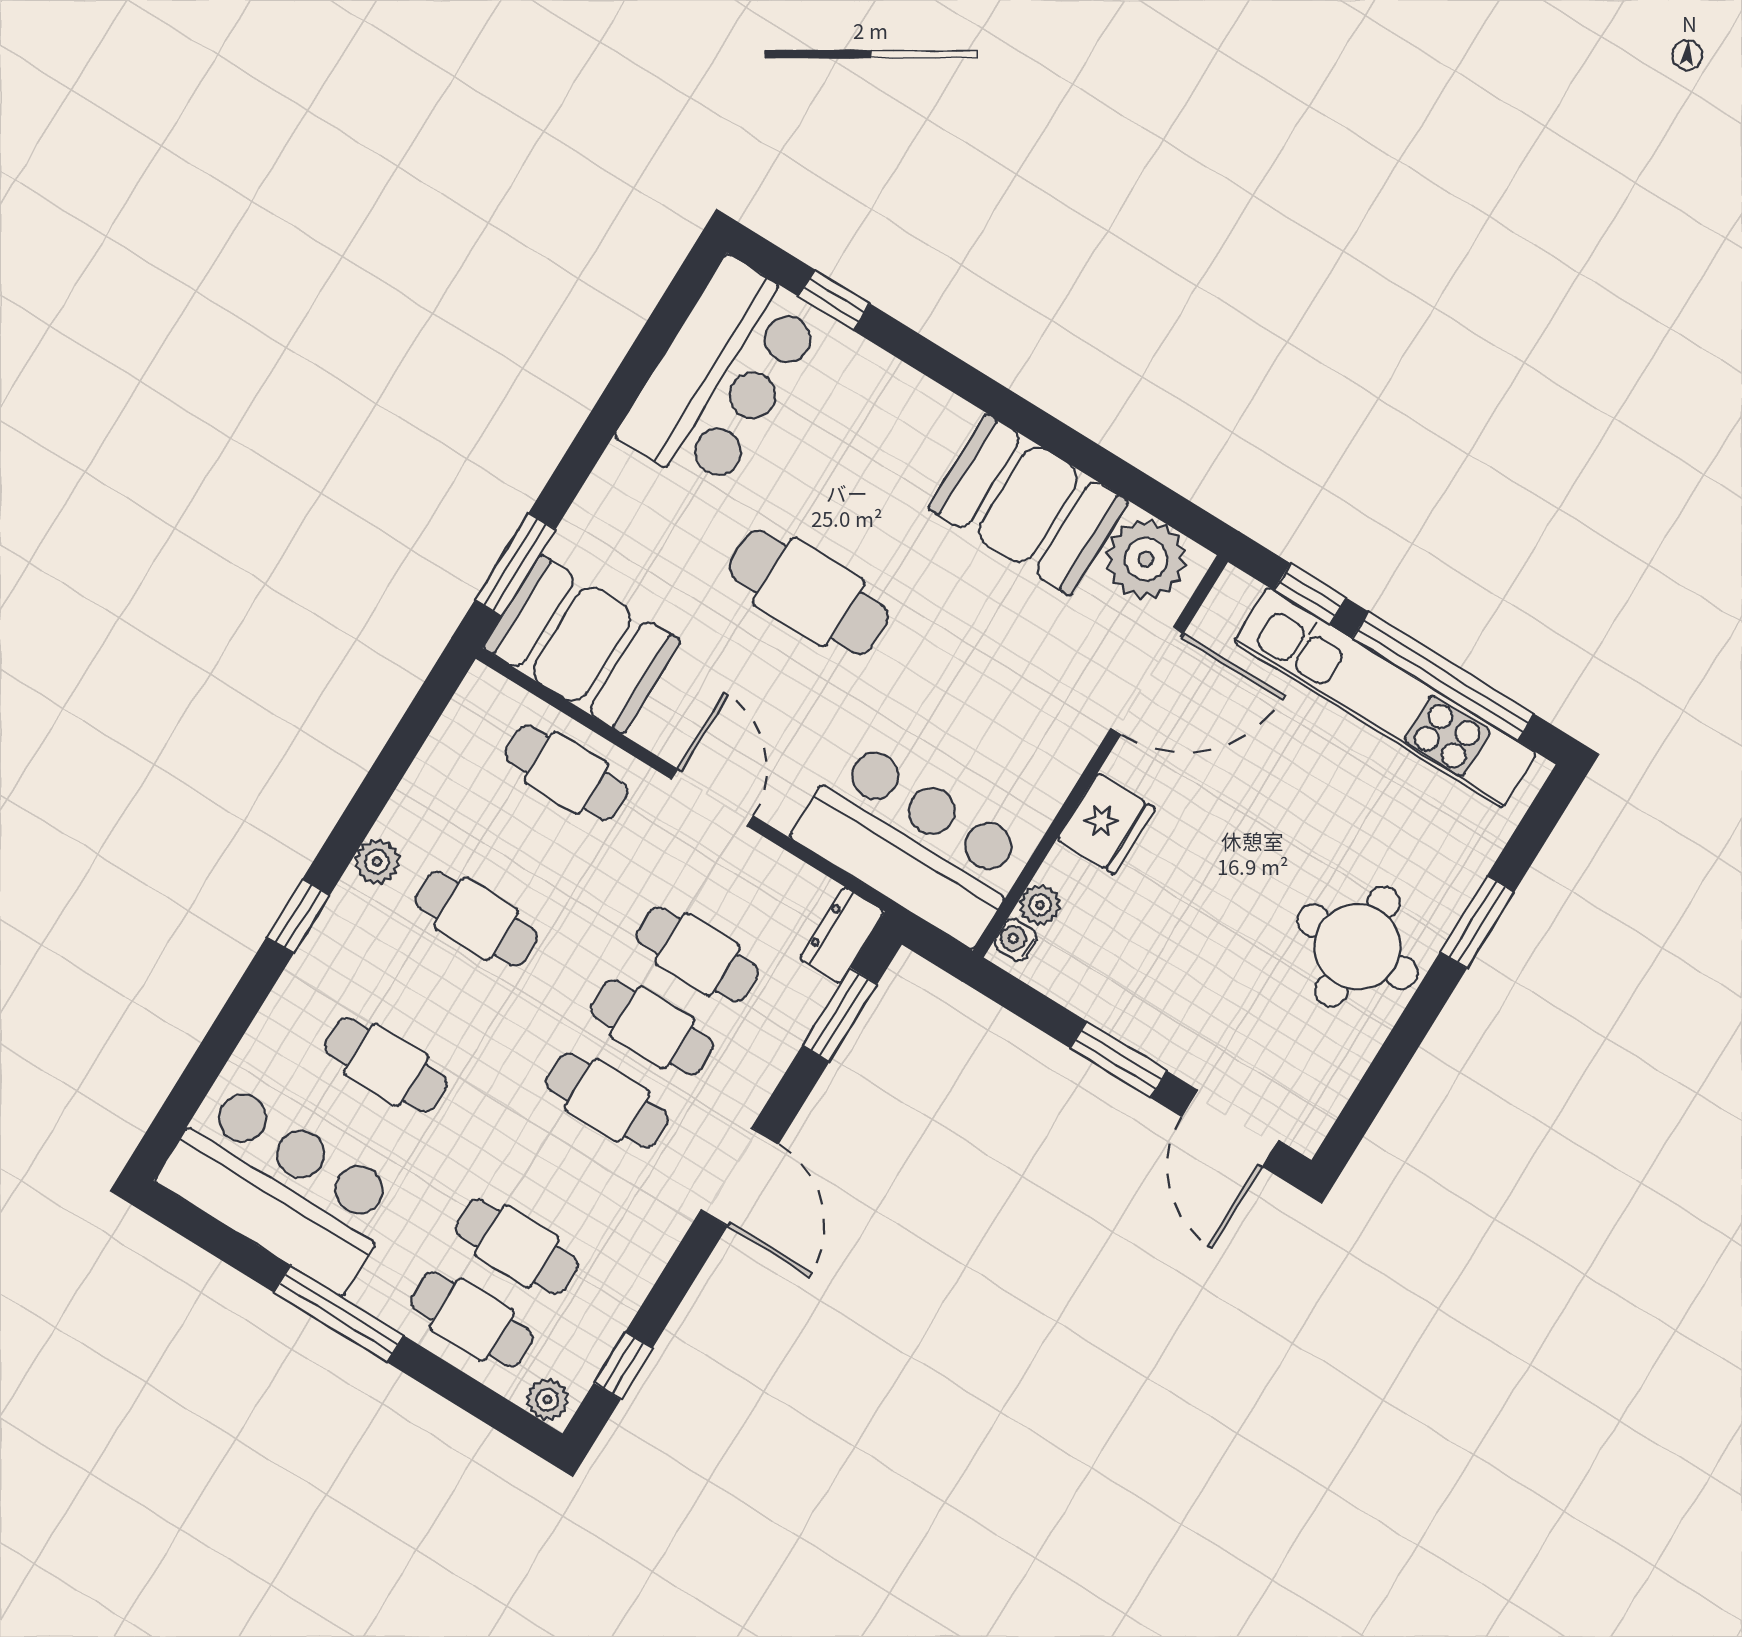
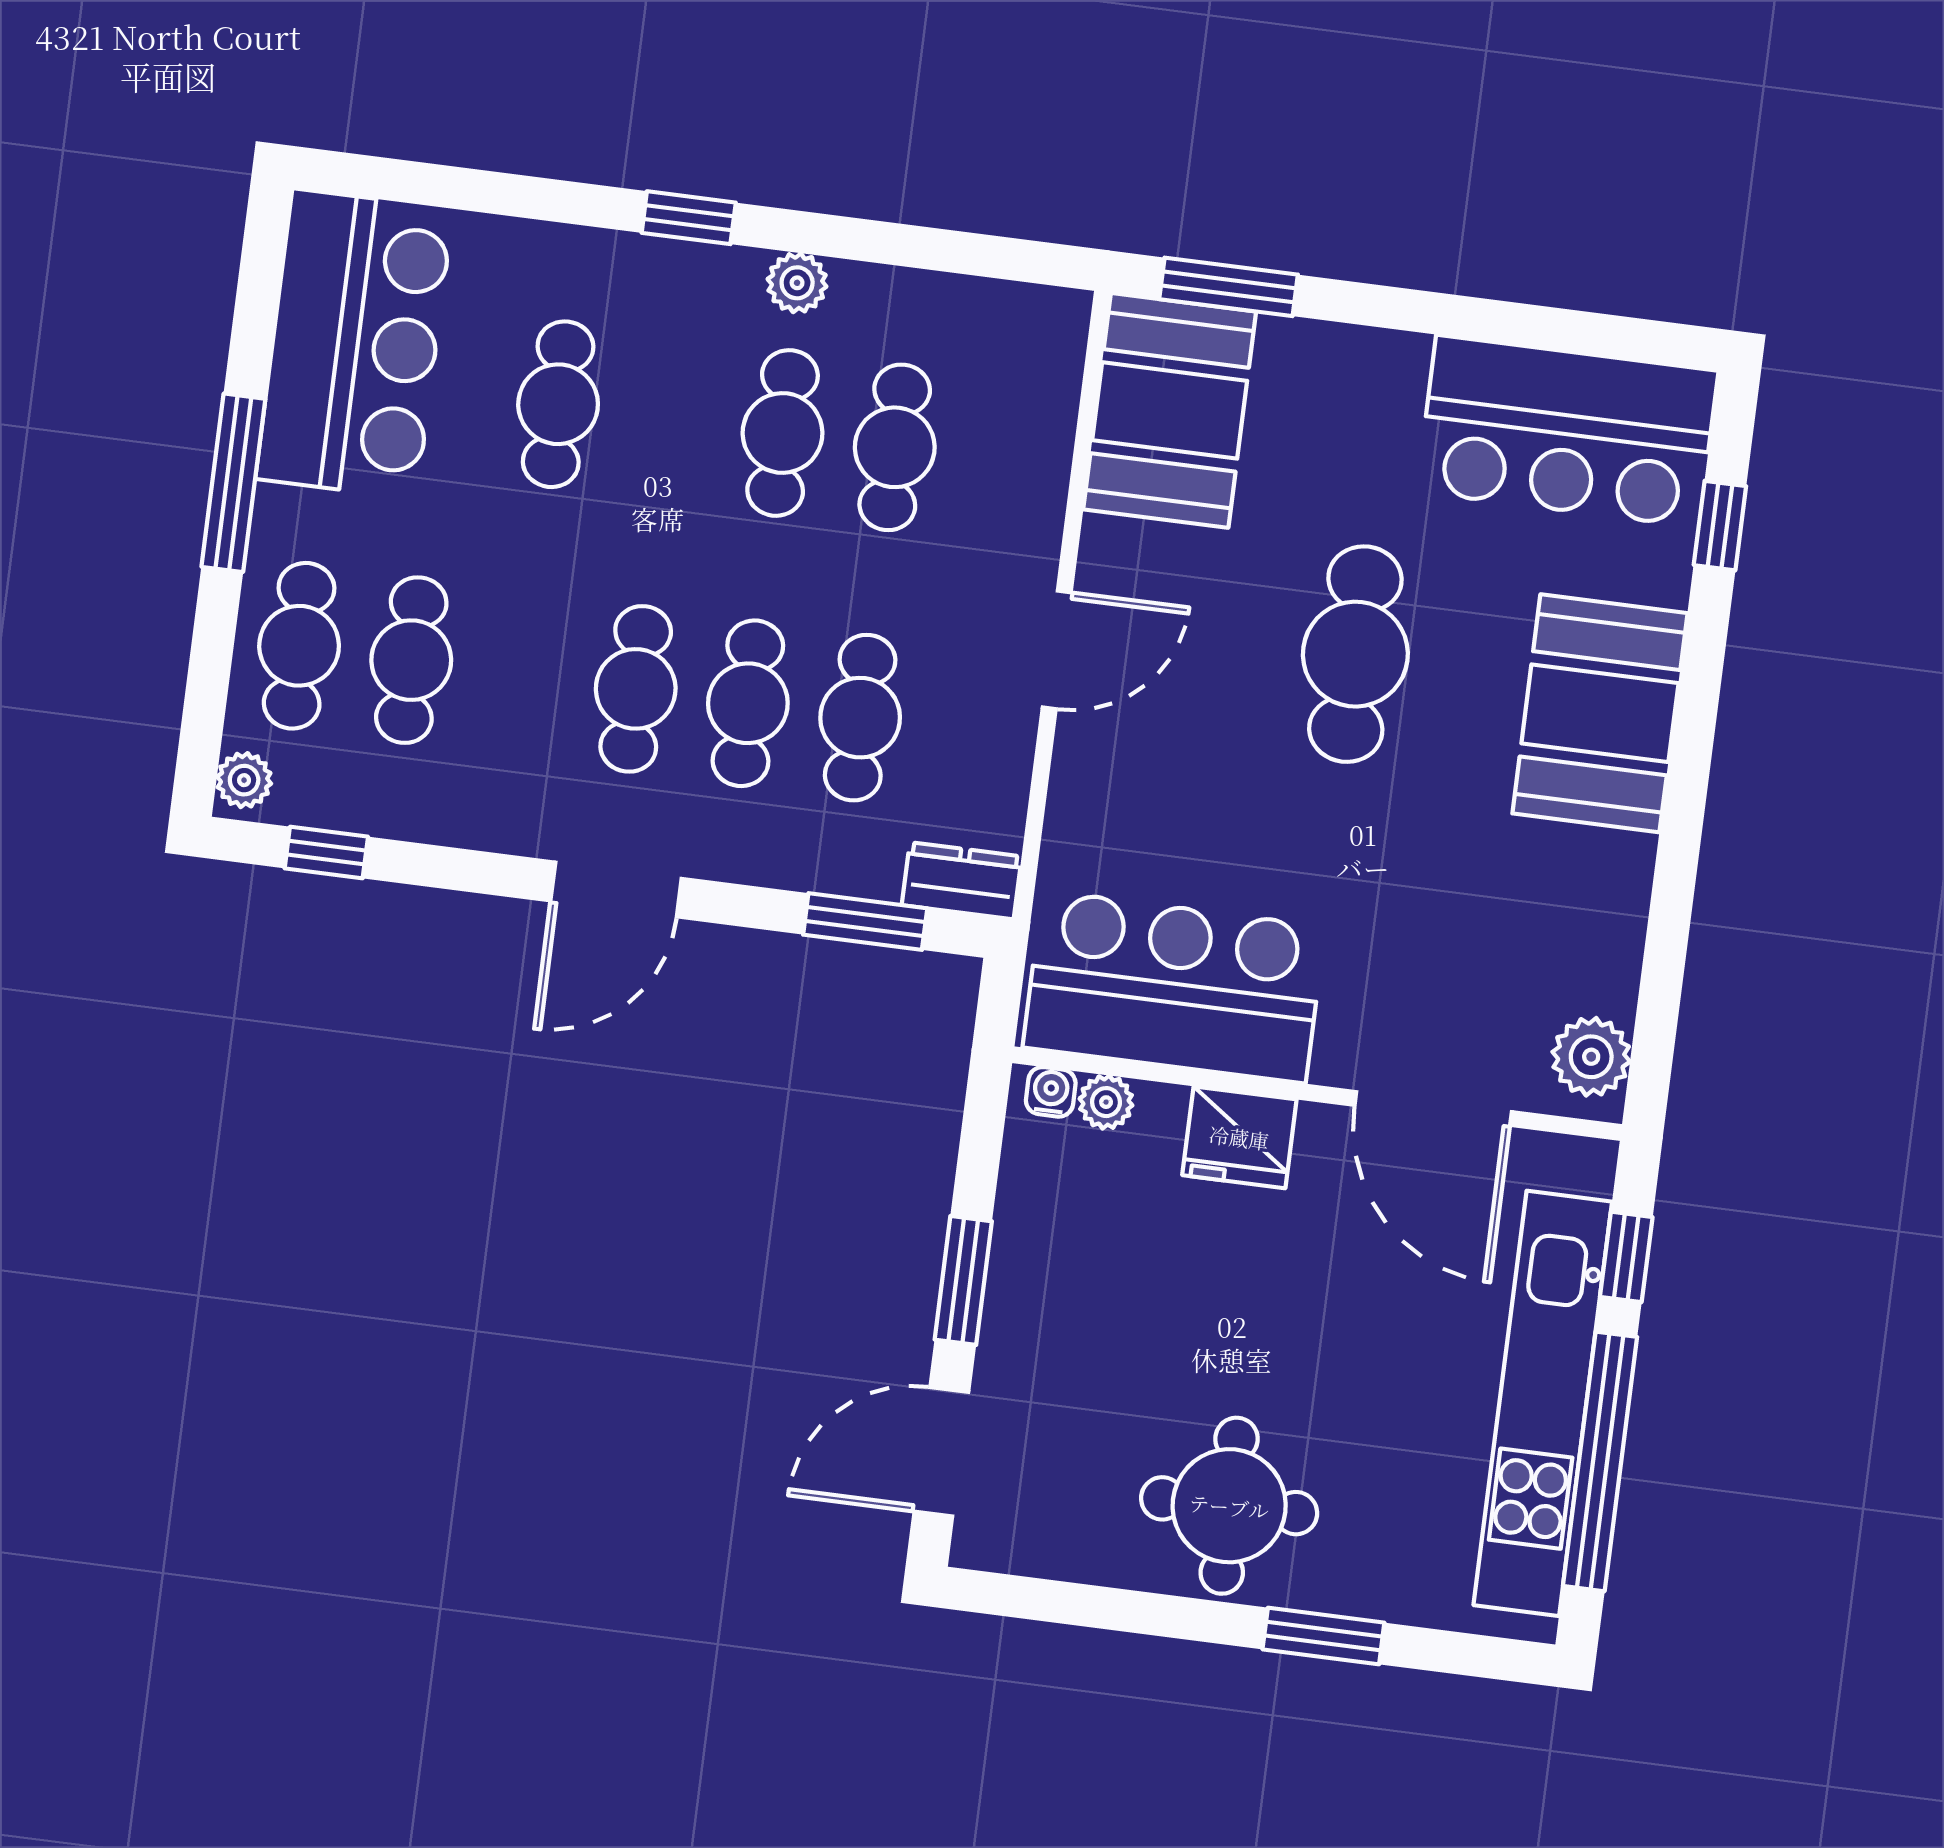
booth: (1028, 505) -> (1600, 713), moved
plant: (1146, 559) -> (1591, 1057), width x0.73, depth x0.73
cafe table: (566, 773) -> (895, 447), moved
bar counter: (912, 843) -> (1174, 987), moved, turned -90

